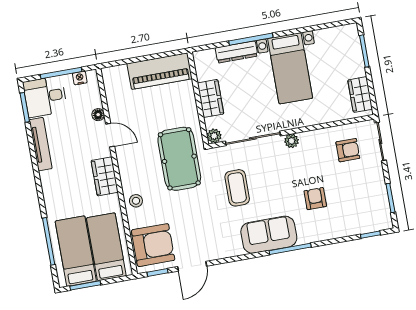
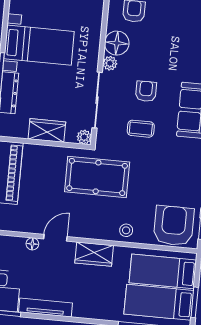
floor lamp: (313, 142) -> (117, 43), added
coffee table: (237, 188) -> (141, 129), width x0.73, depth x0.77
armchair: (315, 199) -> (146, 91), moved, turned 90

